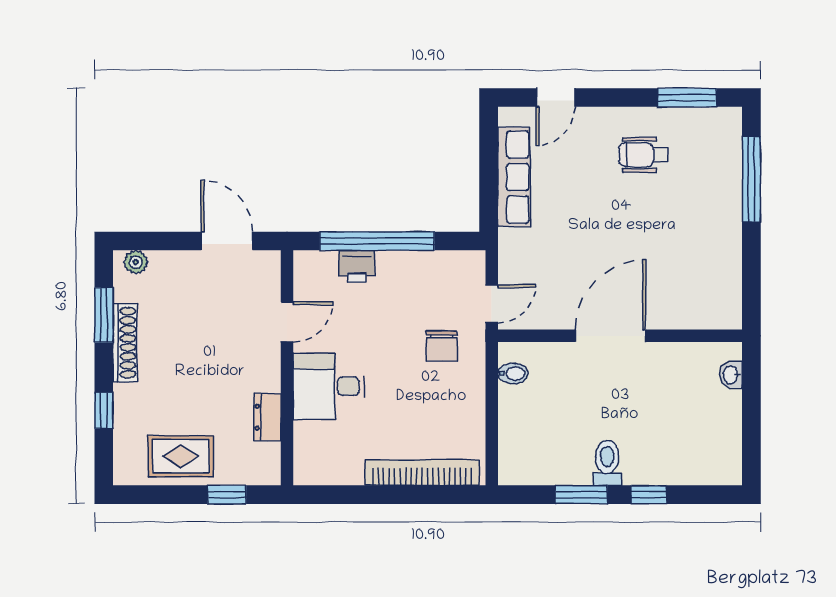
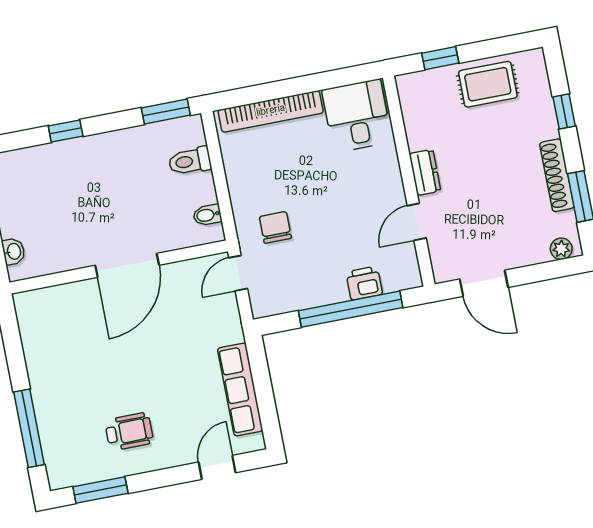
desk: (329, 386) -> (357, 116), moved, turned -90
dresser: (268, 417) -> (425, 172), moved
toilet: (607, 463) -> (190, 161), moved, turned 90
window: (581, 495) -> (166, 111), moved

